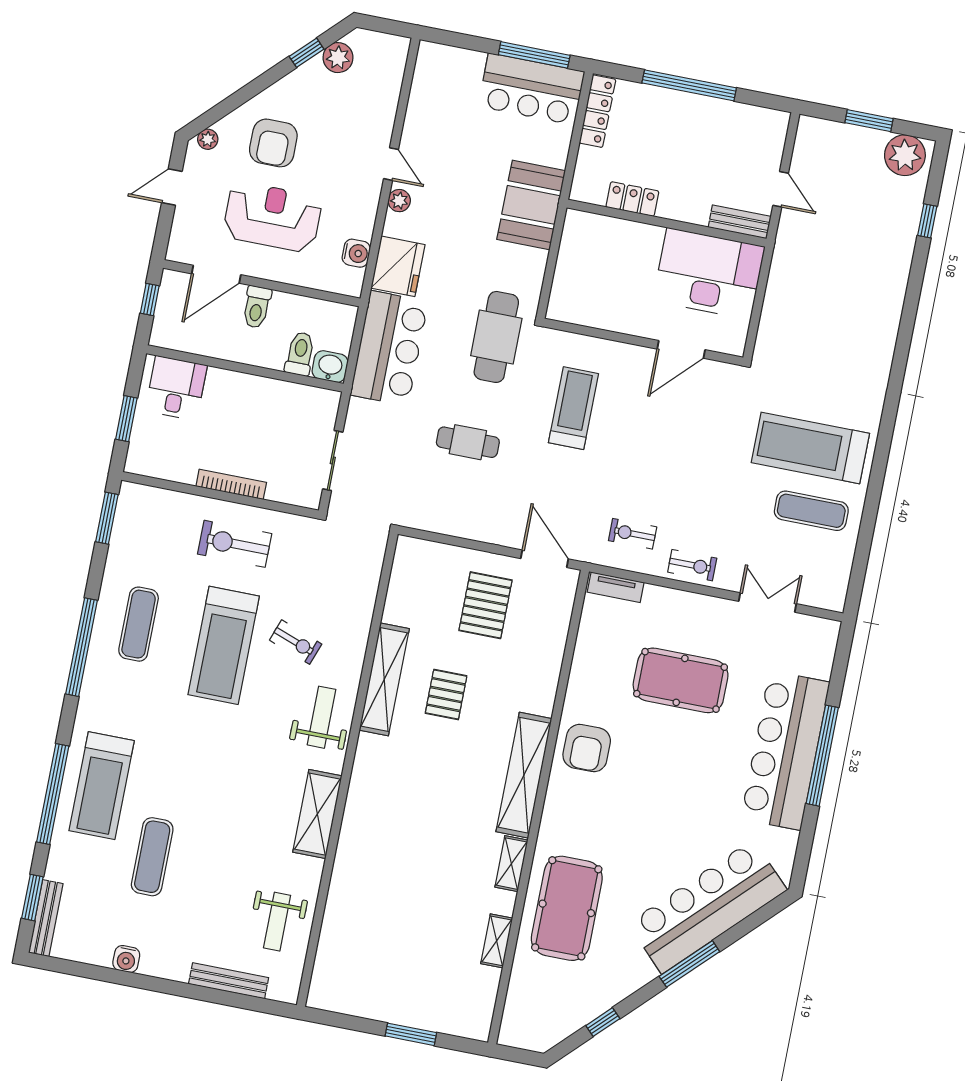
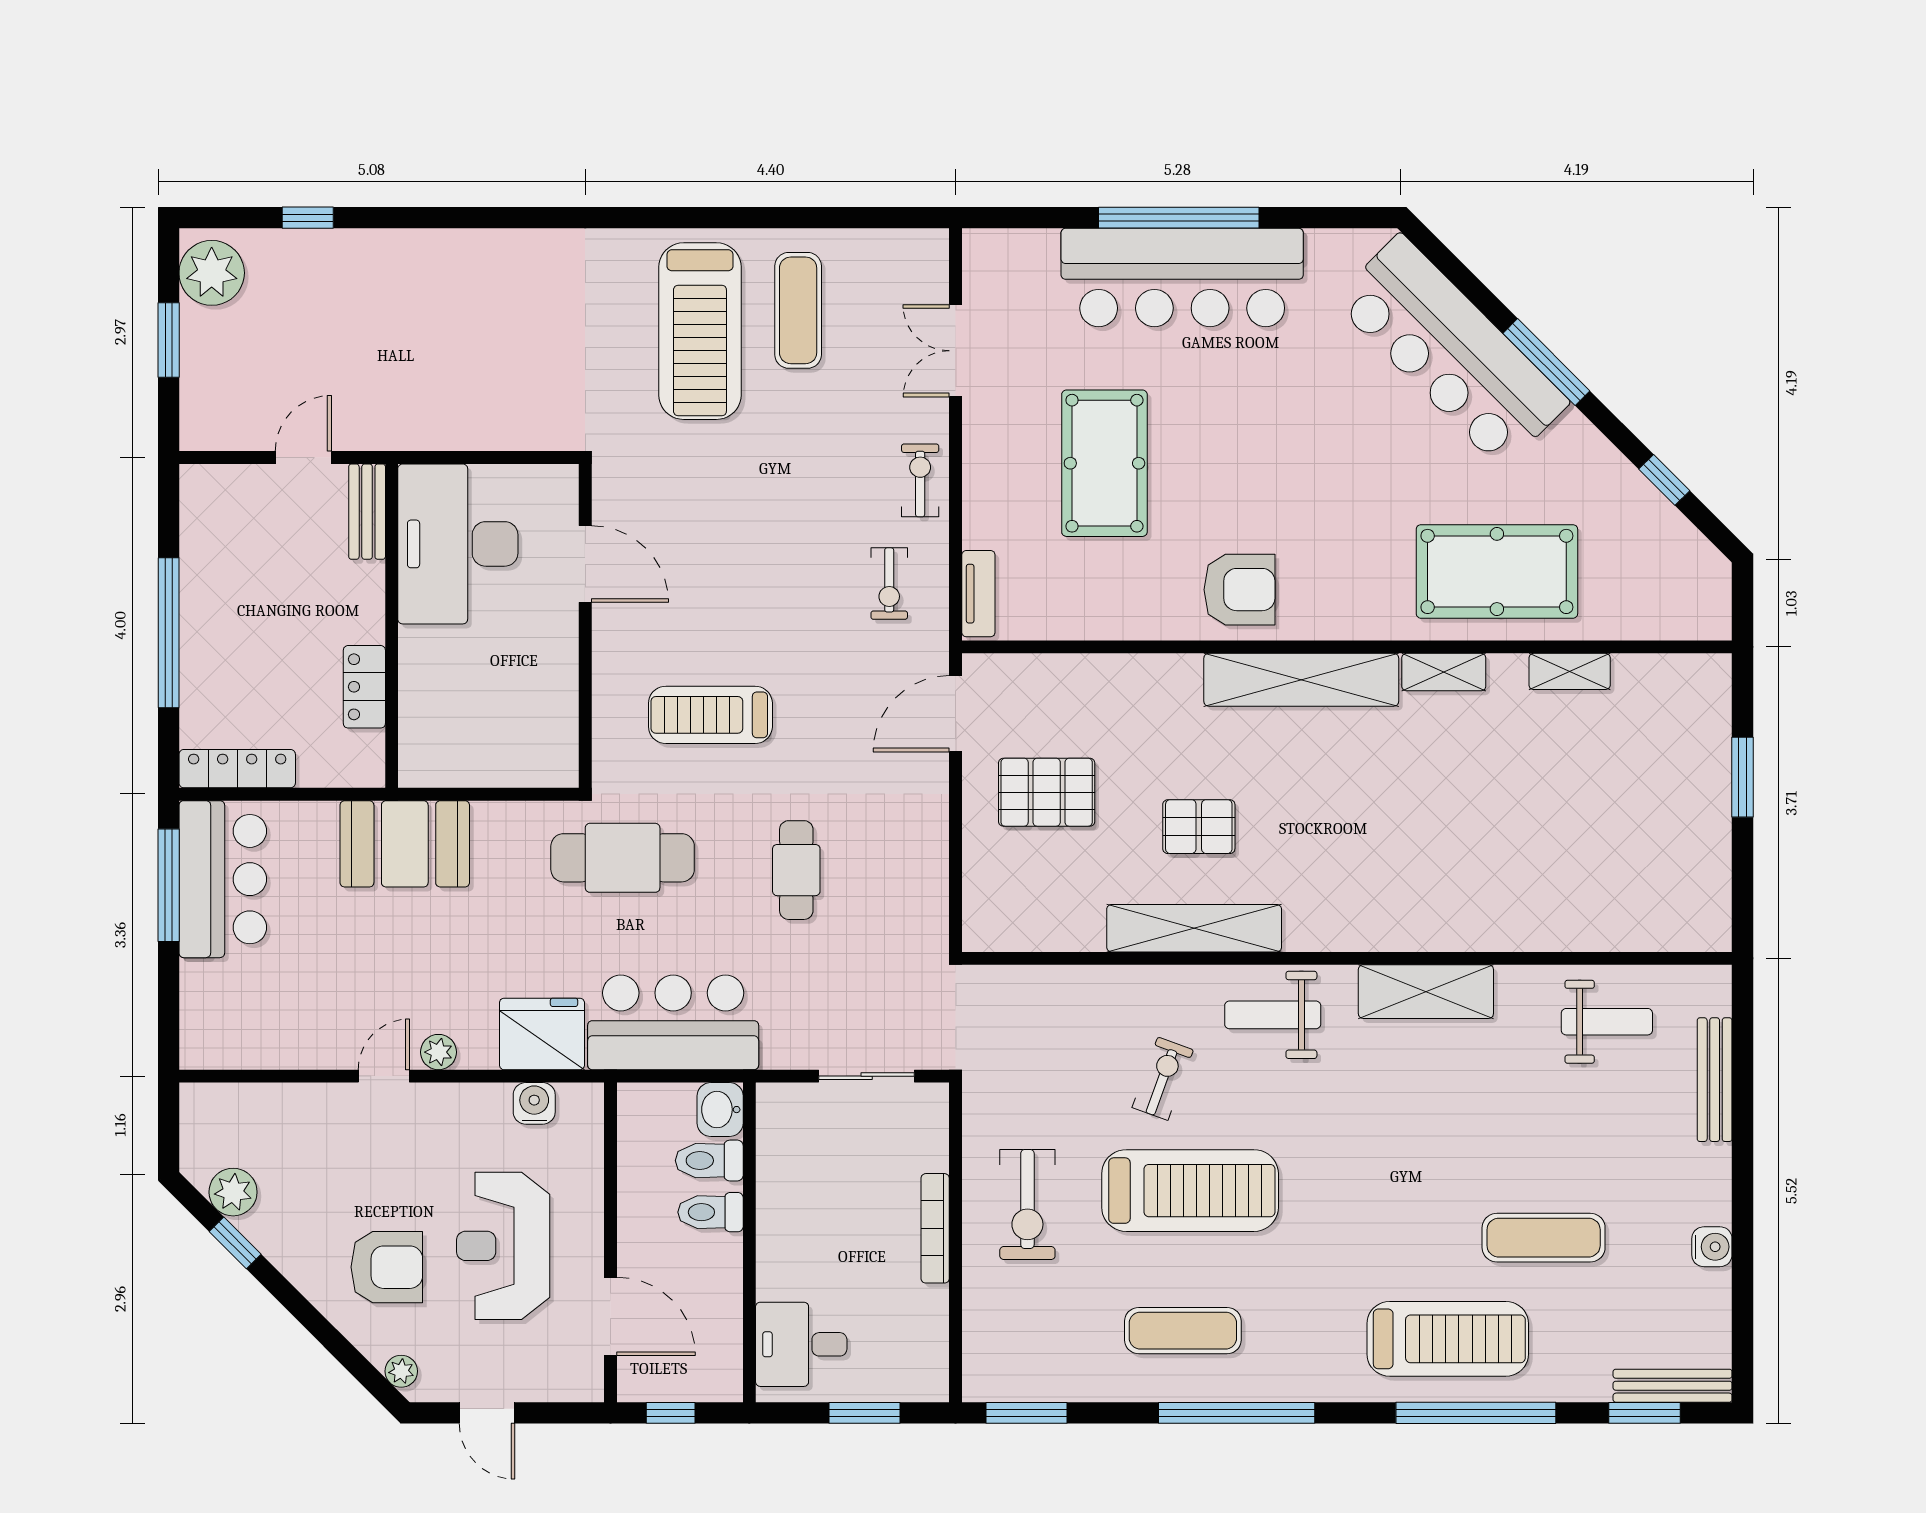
toilet: (257, 307) -> (711, 1212), moved, turned 180

